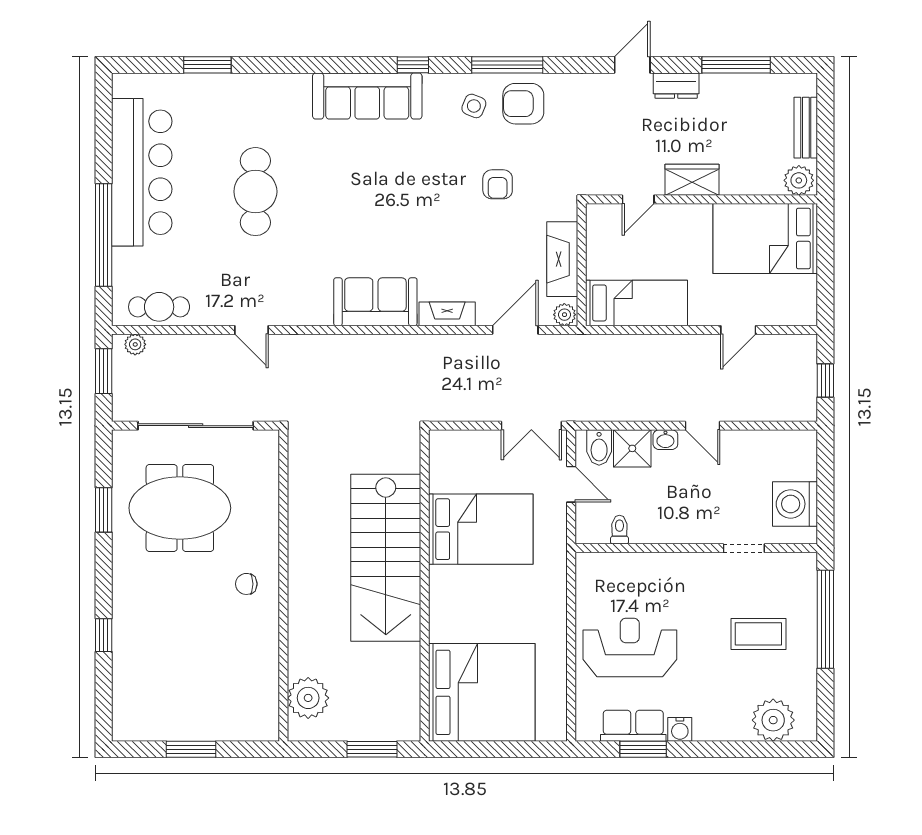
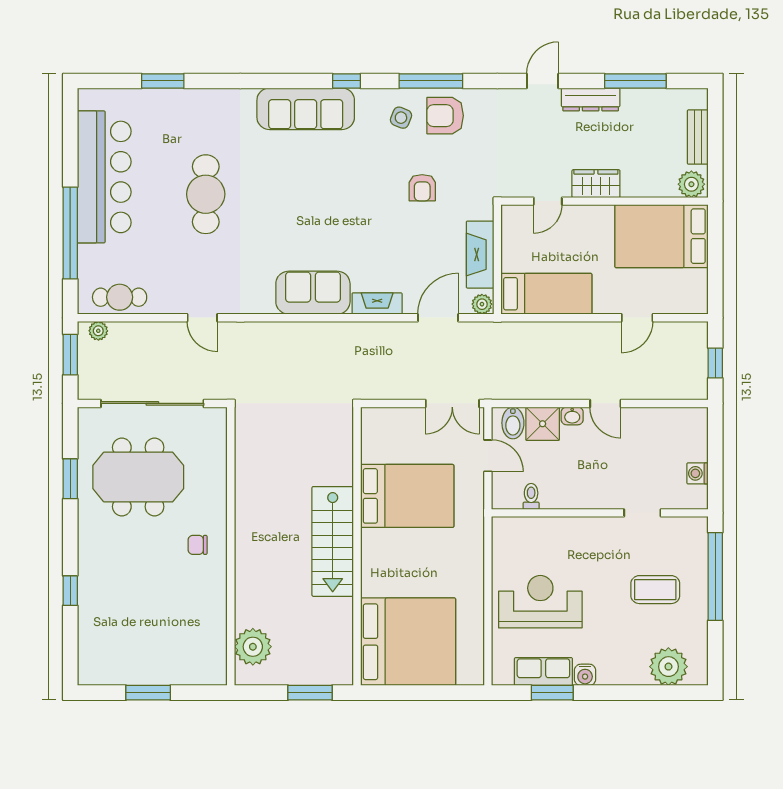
dresser: (676, 86) -> (591, 100), width x1.44
washing machine: (795, 504) -> (697, 473), width x0.53, depth x0.53
stairs: (386, 558) -> (333, 541), width x0.73, depth x0.66

